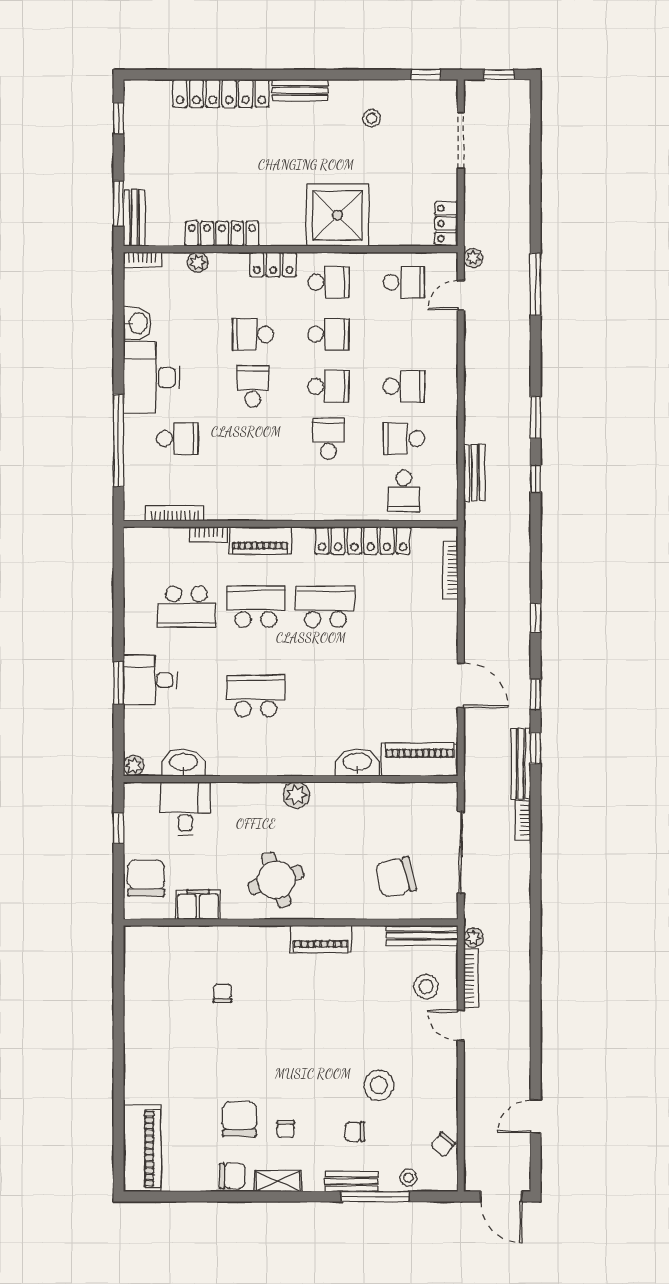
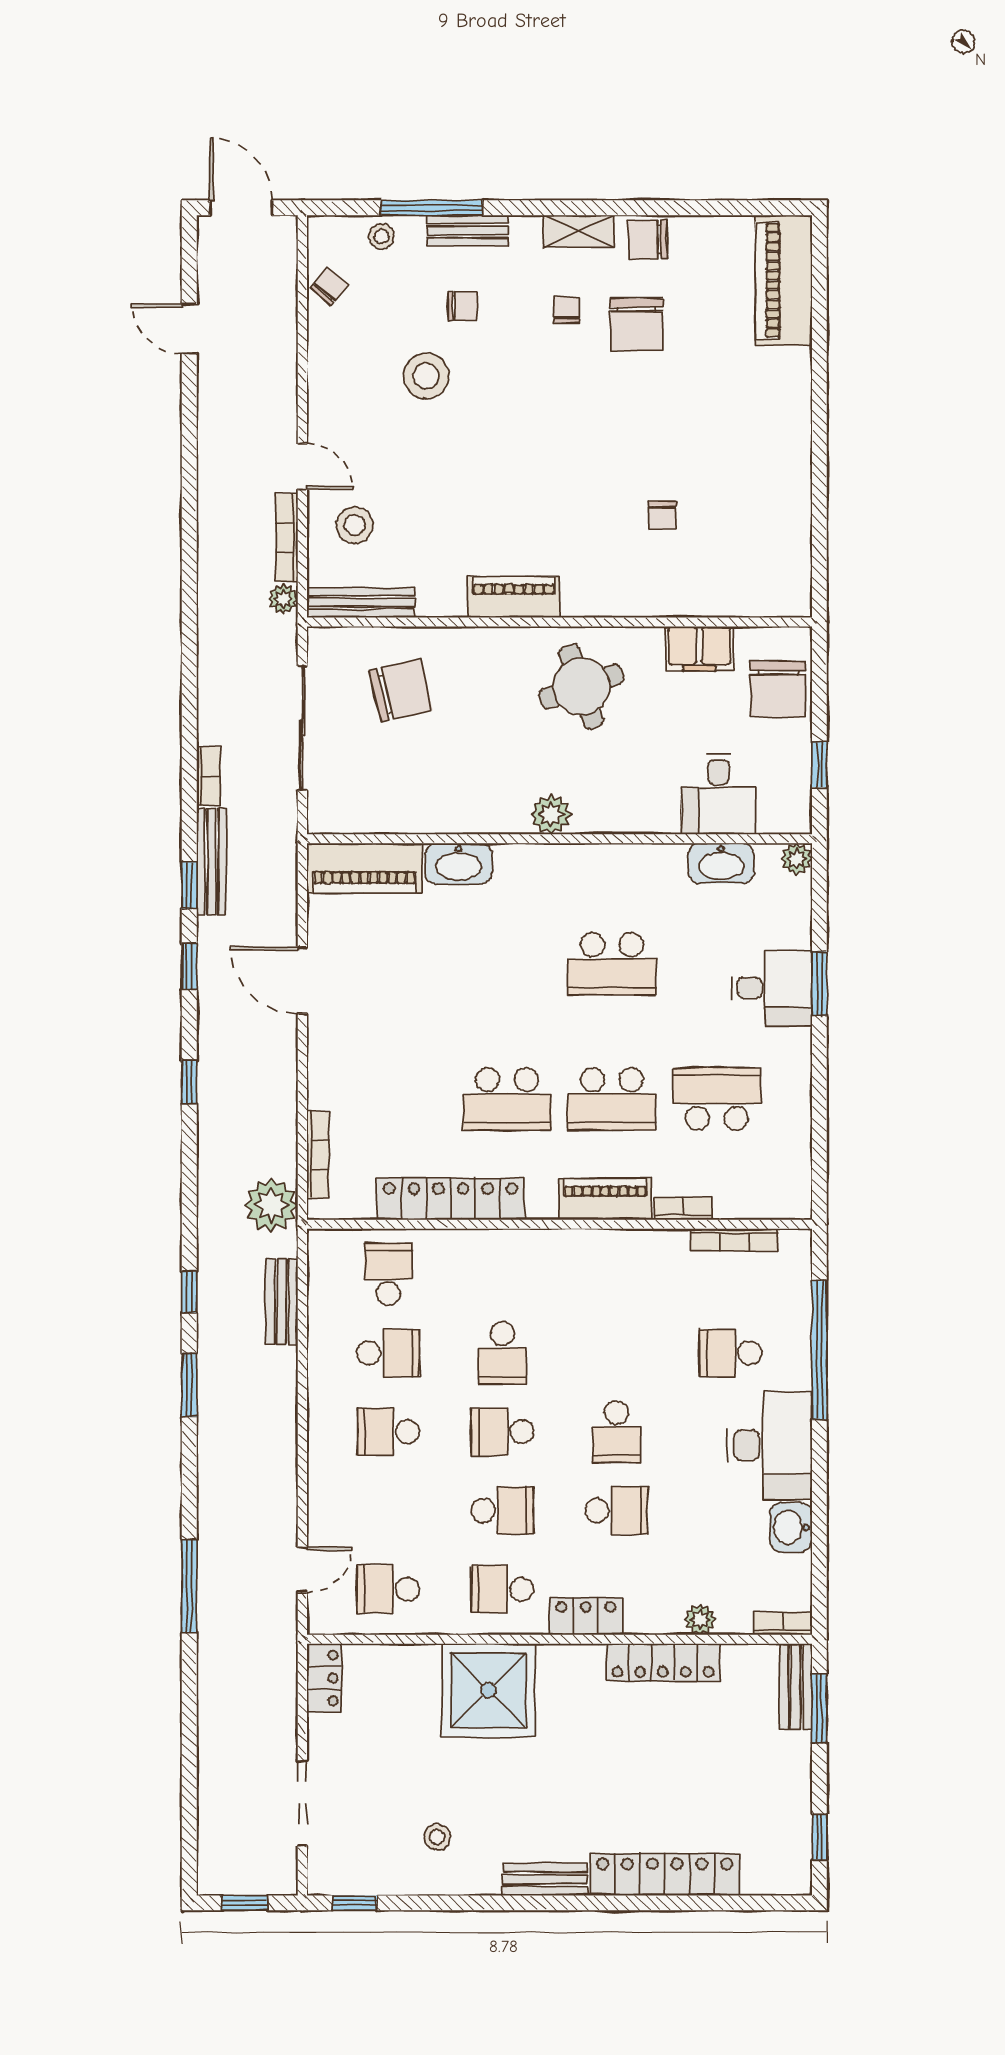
plant: (473, 258) -> (271, 1205), moved, width x1.87, depth x1.87
school desk: (328, 334) -> (502, 1511), turned 180
door: (536, 1116) -> (189, 329), swing flipped

